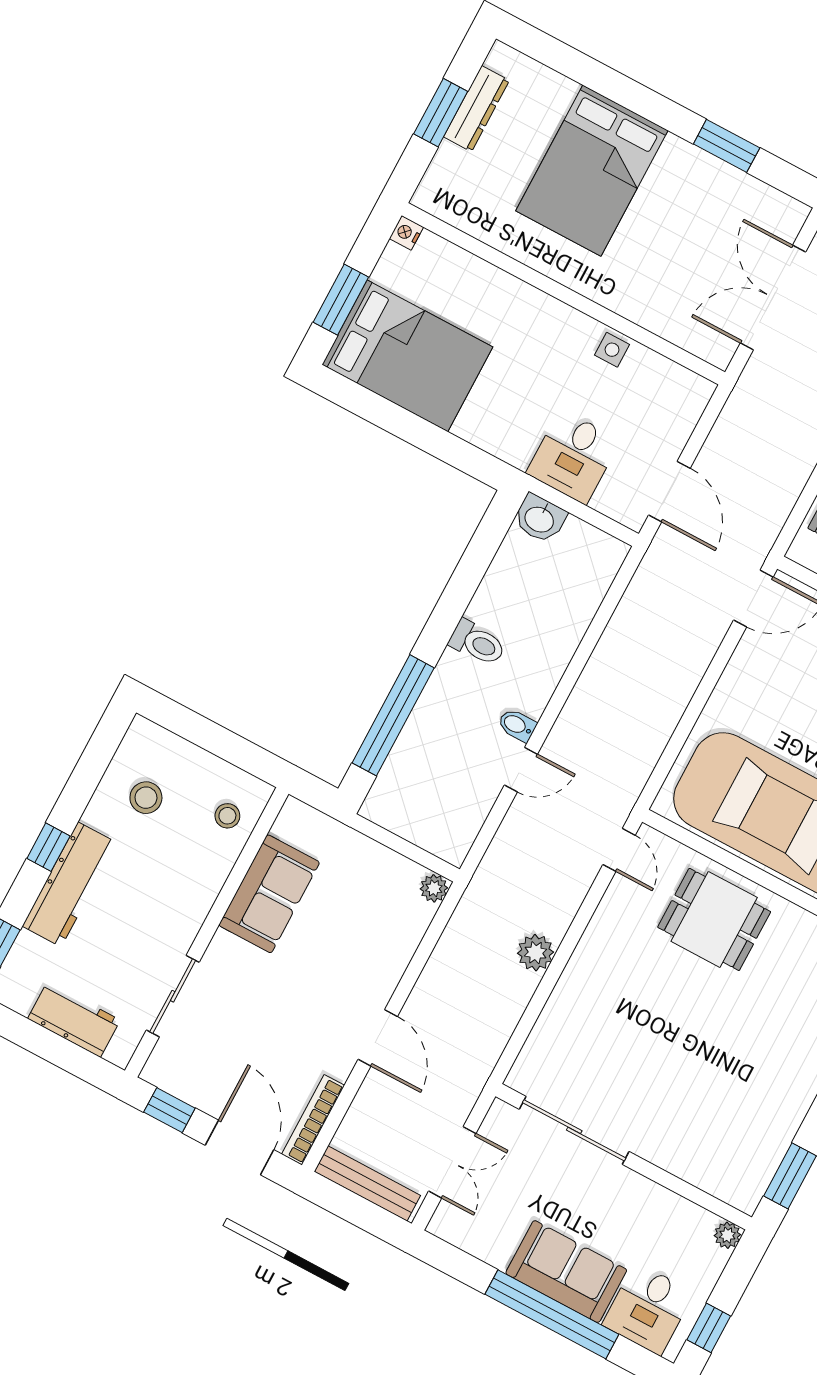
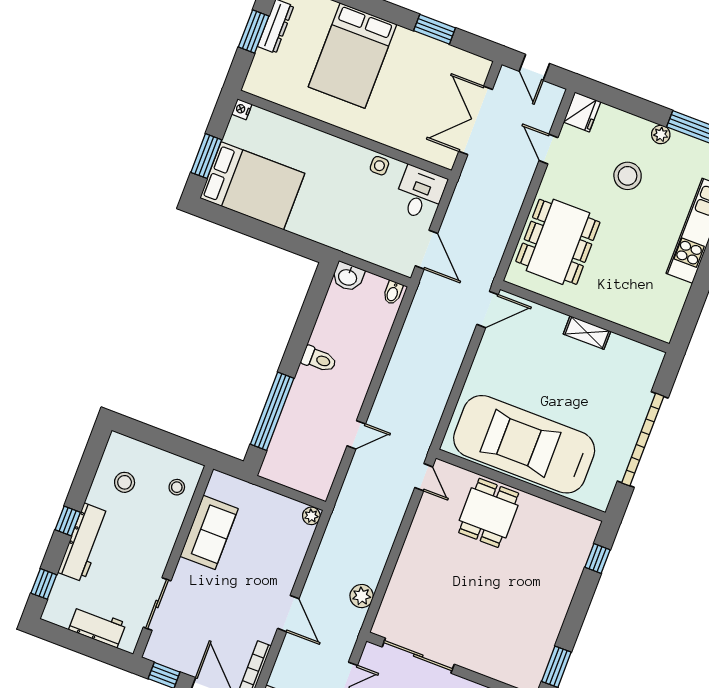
desk: (573, 457) -> (420, 193), moved, turned 180
bidet: (517, 725) -> (393, 293), moved, turned -90
dining table: (714, 919) -> (489, 513), turned 90
plant: (536, 953) -> (362, 596), moved

